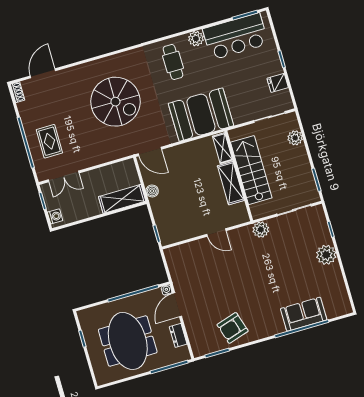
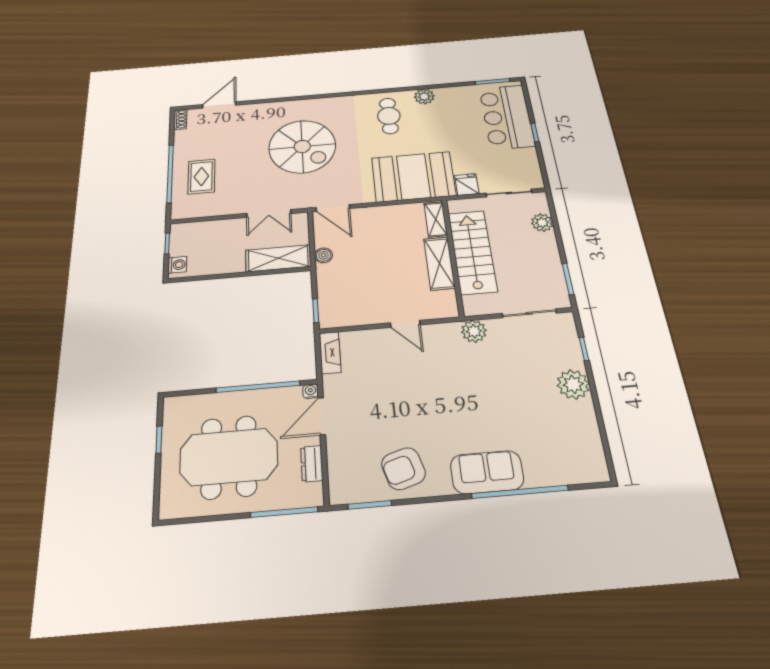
bar counter: (235, 36) -> (507, 117), moved, turned 90
fridge: (278, 83) -> (467, 185), moved, turned 90
double door: (64, 176) -> (269, 214), moved
fireplace: (173, 262) -> (330, 353), added
sofa: (304, 314) -> (487, 472), moved
meeting table: (128, 341) -> (229, 457), turned 90

